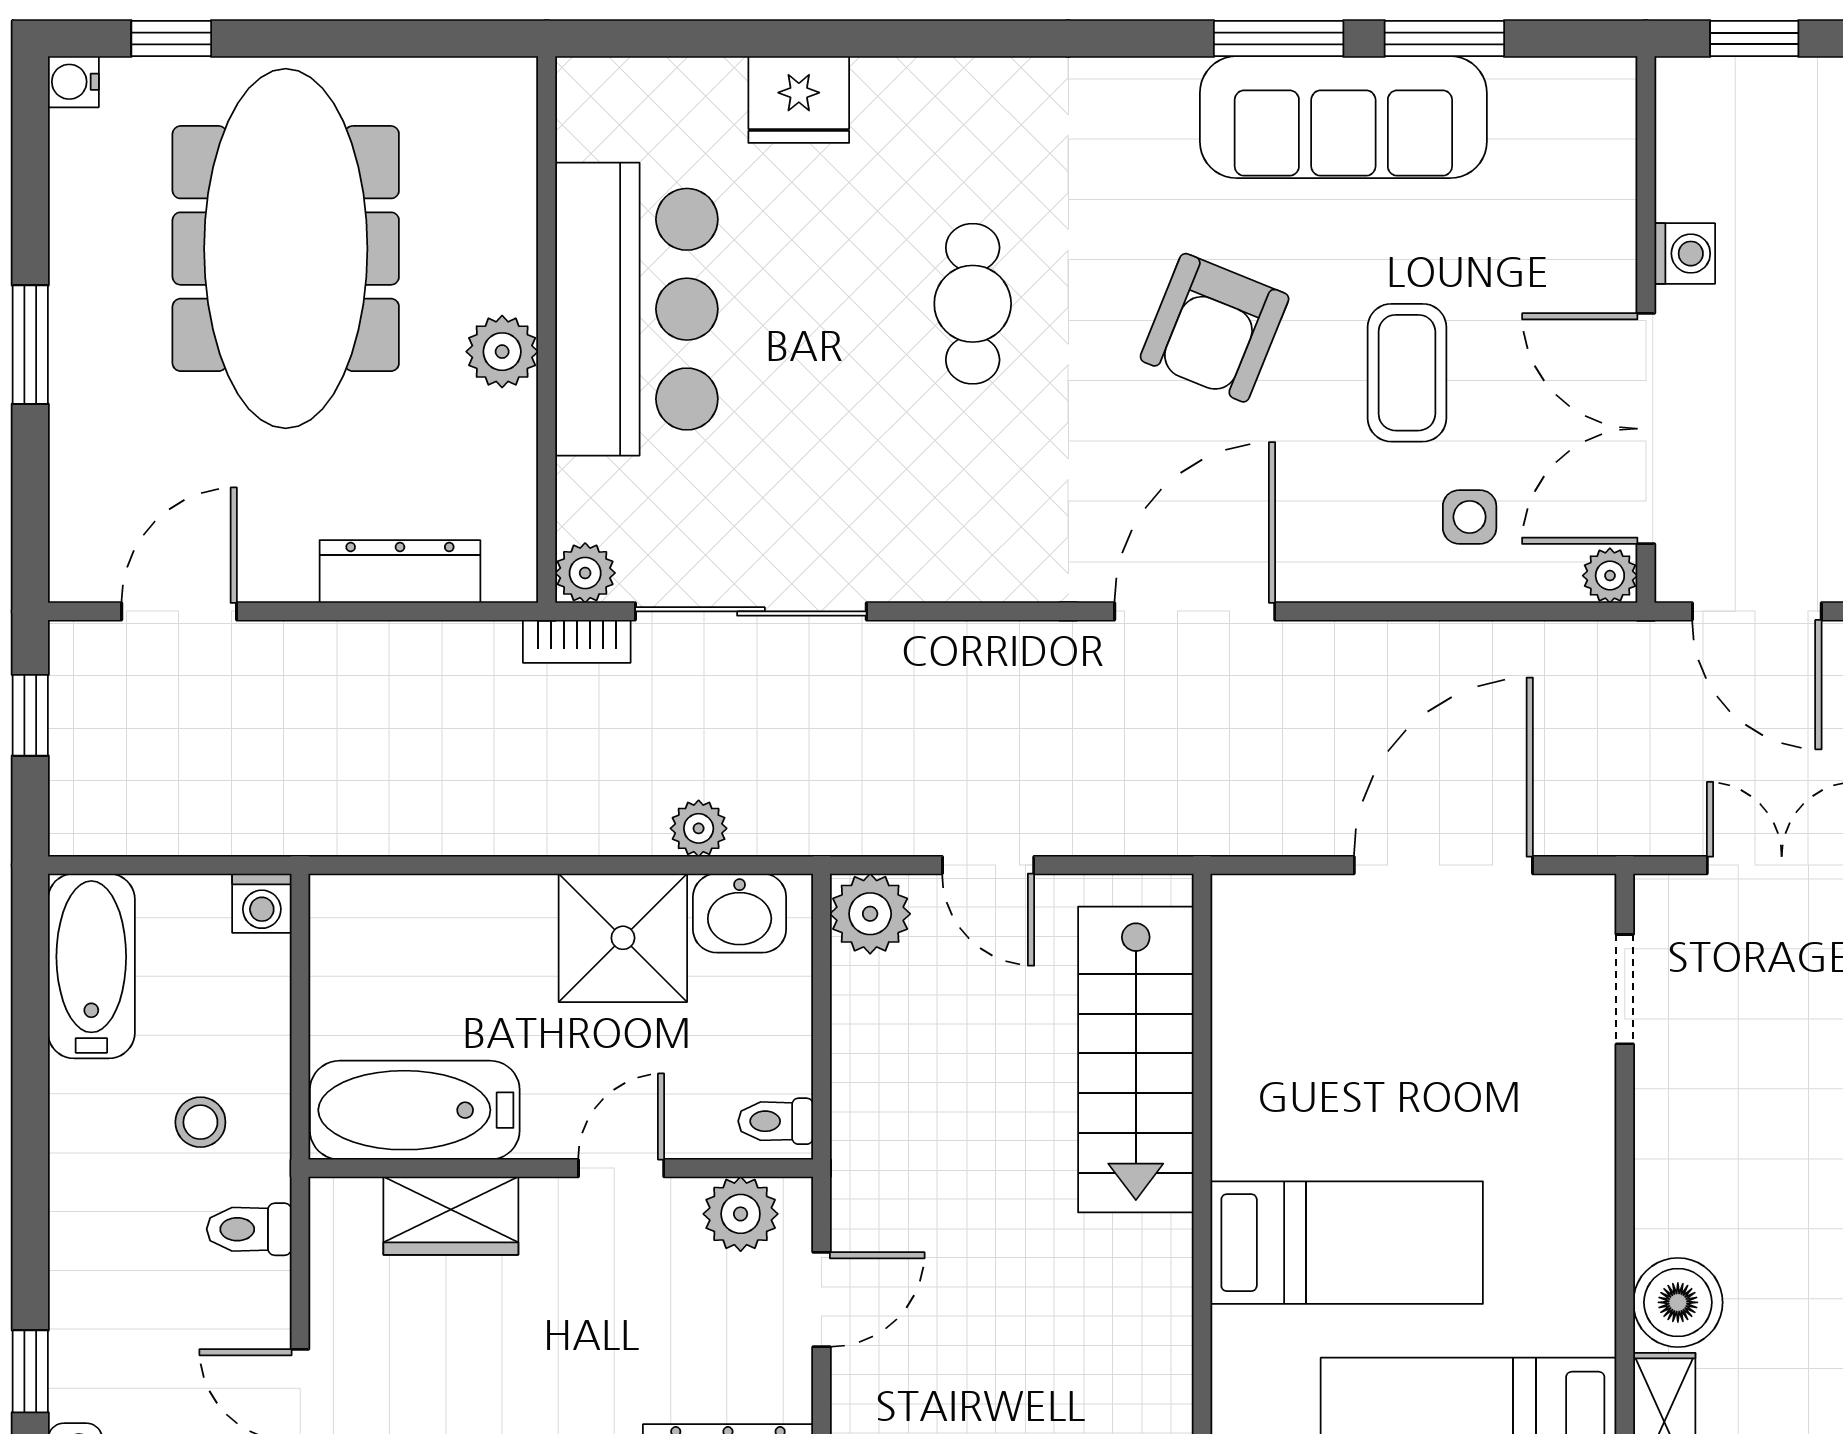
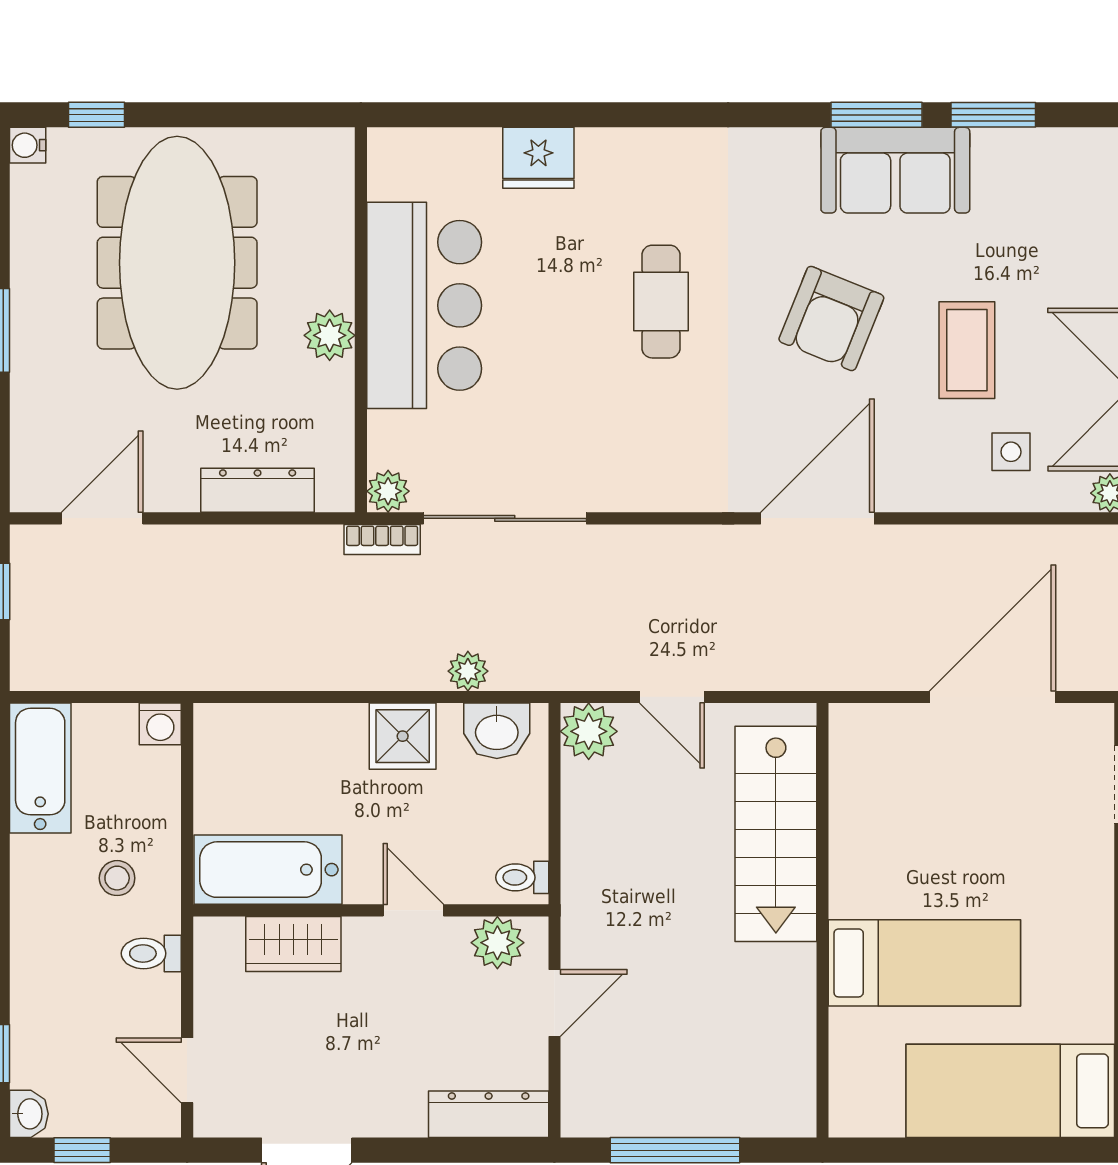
sofa: (1343, 117) -> (895, 170), width x0.73
shower: (623, 938) -> (403, 736), width x0.73, depth x0.73
door: (621, 1168) -> (413, 910), hinge flipped

